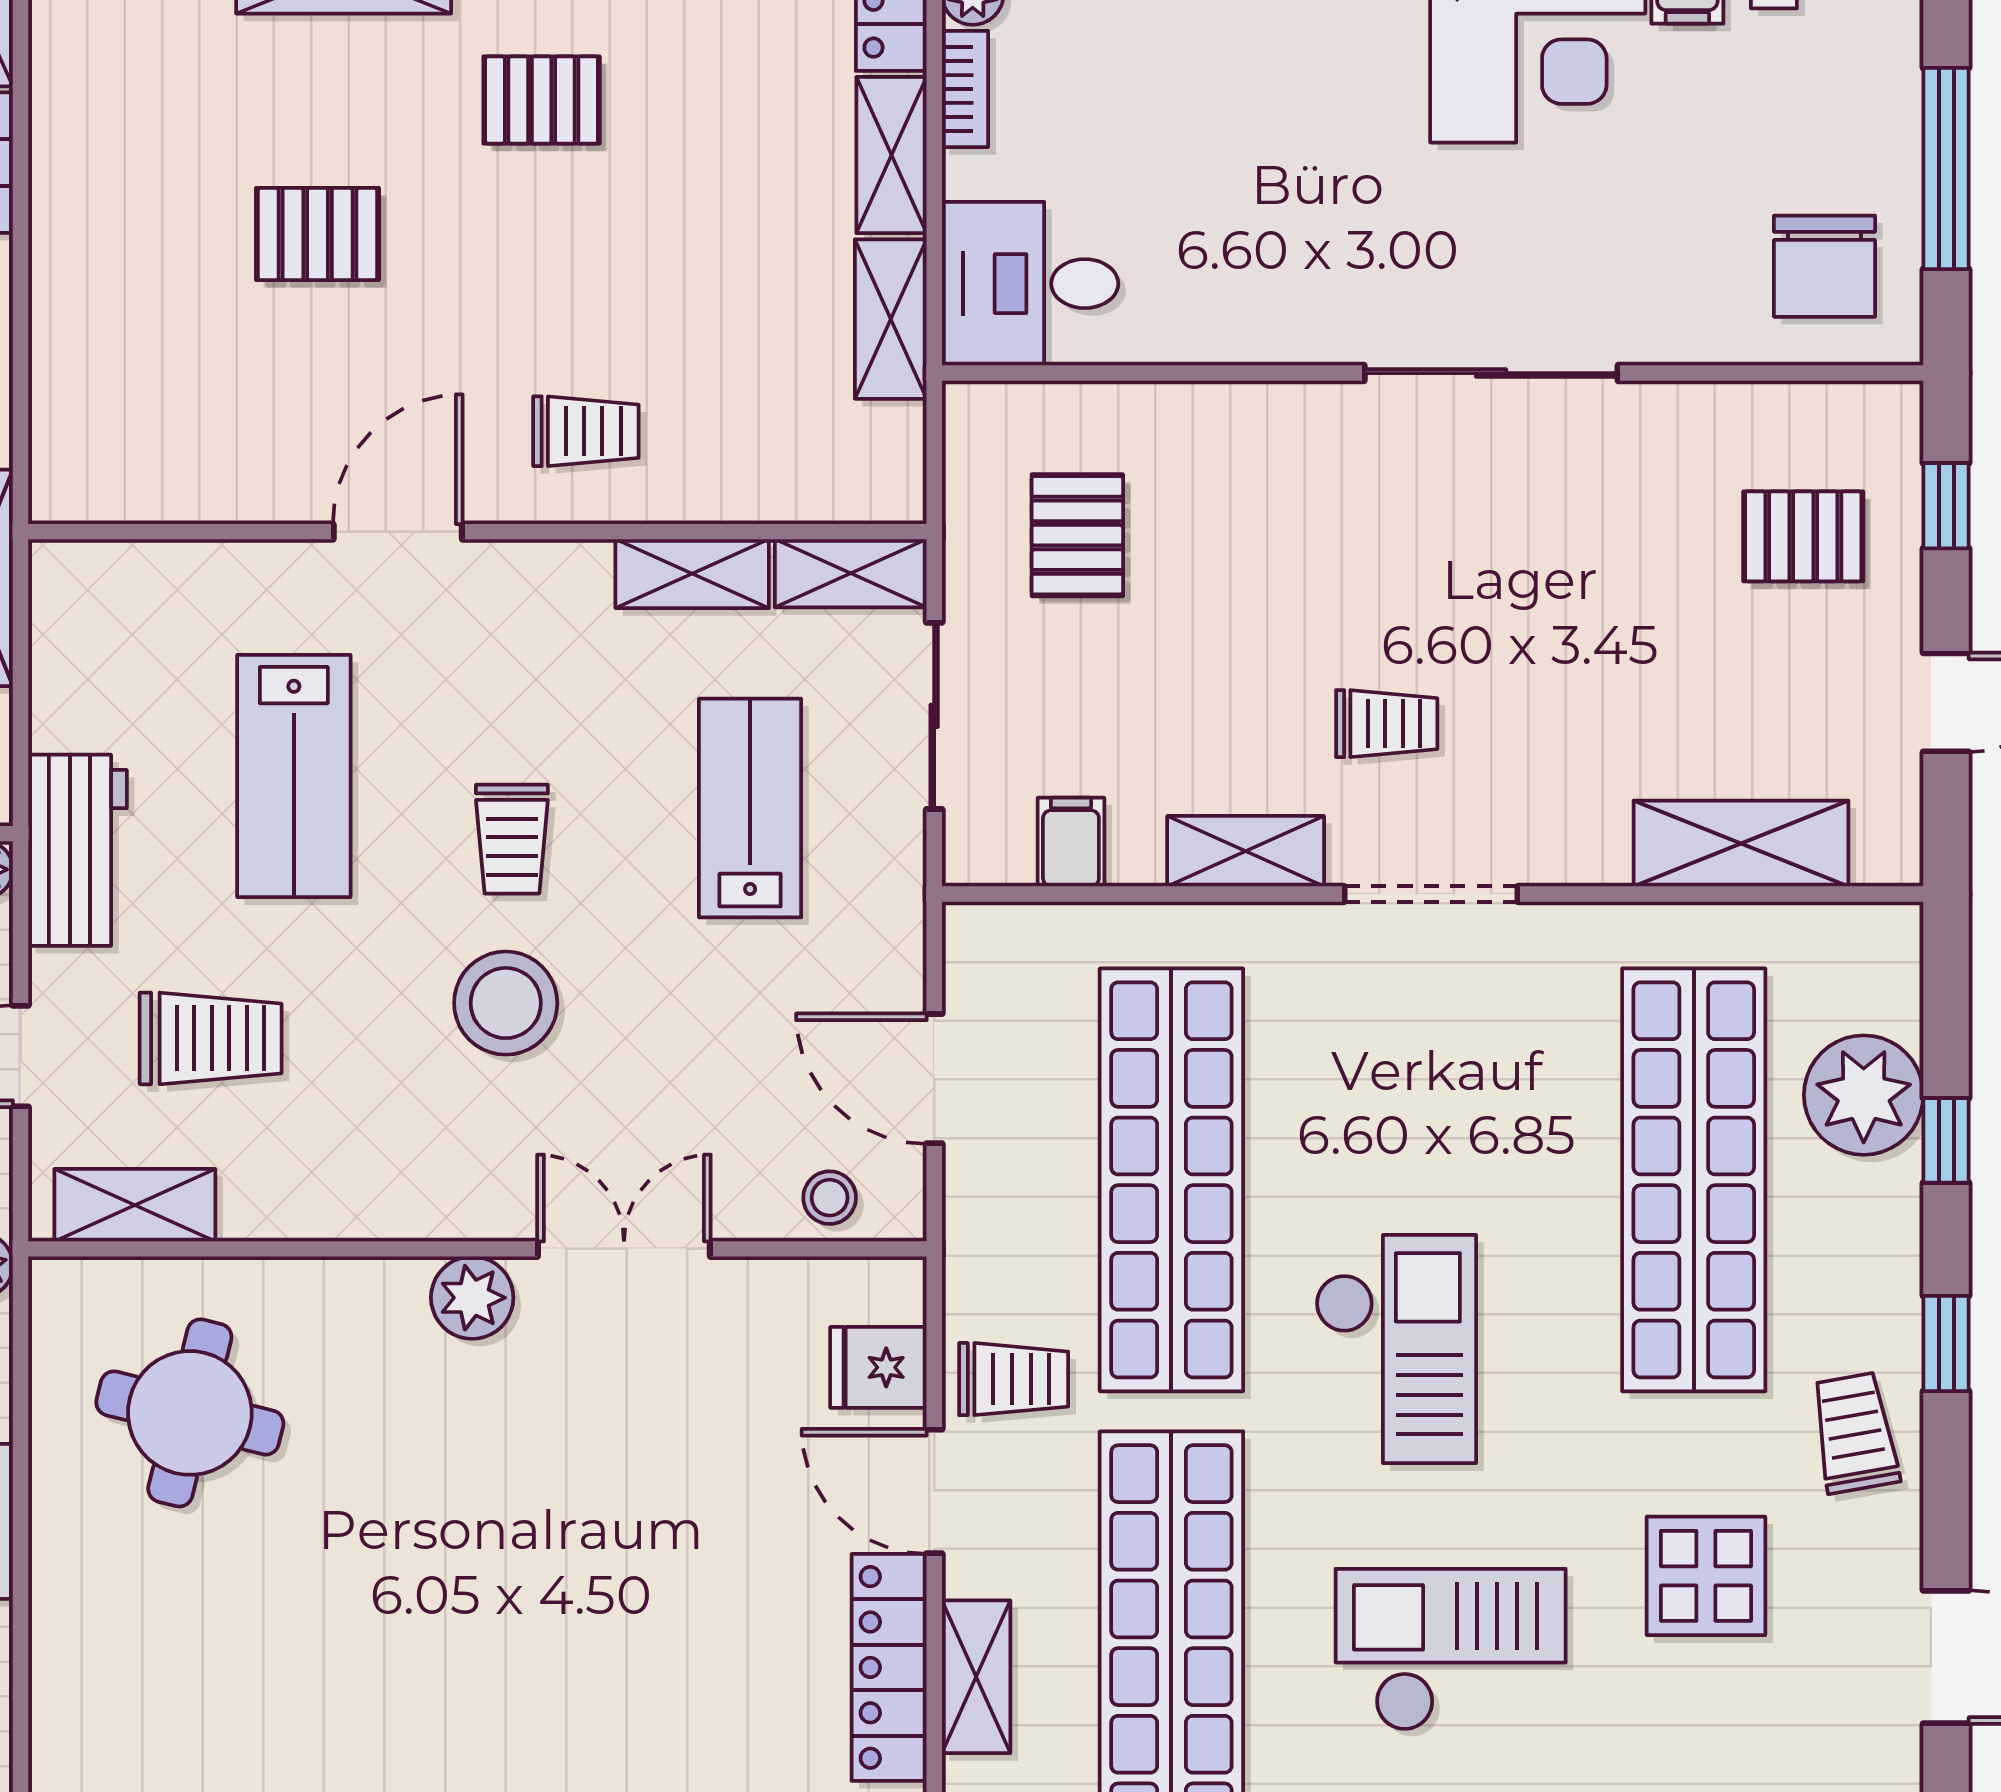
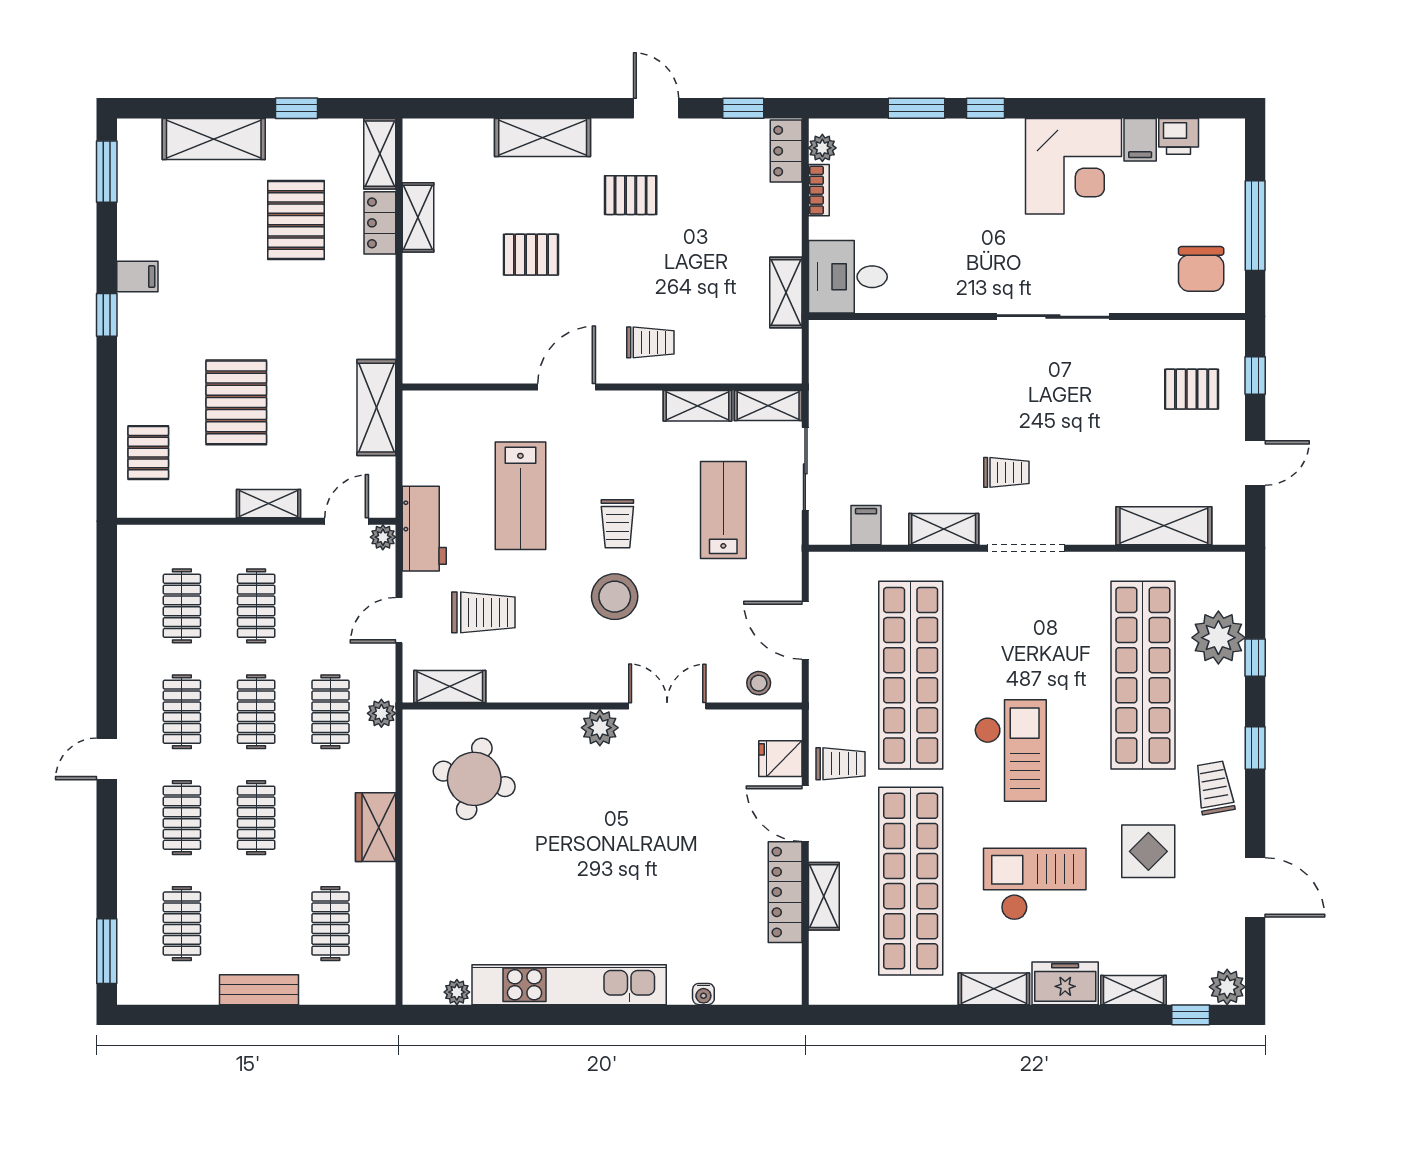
shelving: (892, 155) -> (418, 217), moved
pallet: (1077, 535) -> (869, 389), removed

